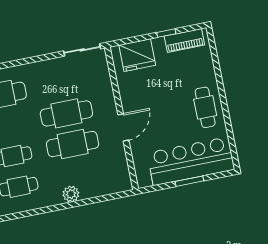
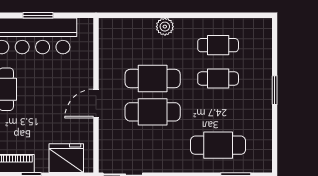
door: (123, 127) -> (96, 104), moved

